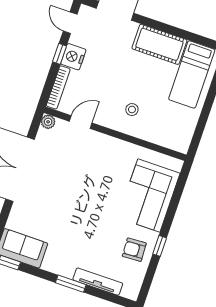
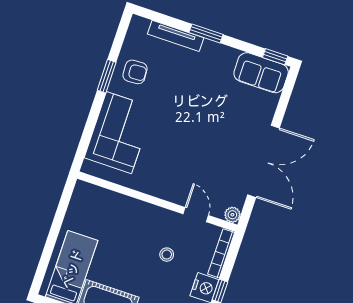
stool: (132, 110) -> (167, 255), moved
door: (81, 122) -> (196, 215), swing flipped
window: (160, 246) -> (107, 76), width x1.50

